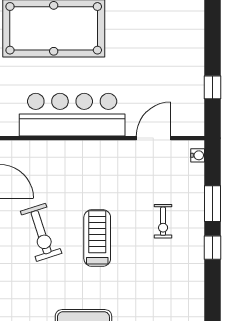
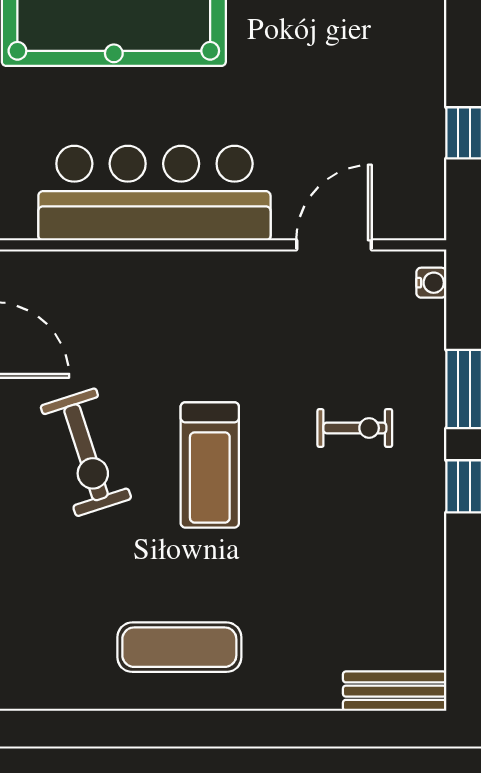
exercise bike: (163, 221) -> (355, 428), turned -90
treadmill: (97, 238) -> (210, 465), turned 180

